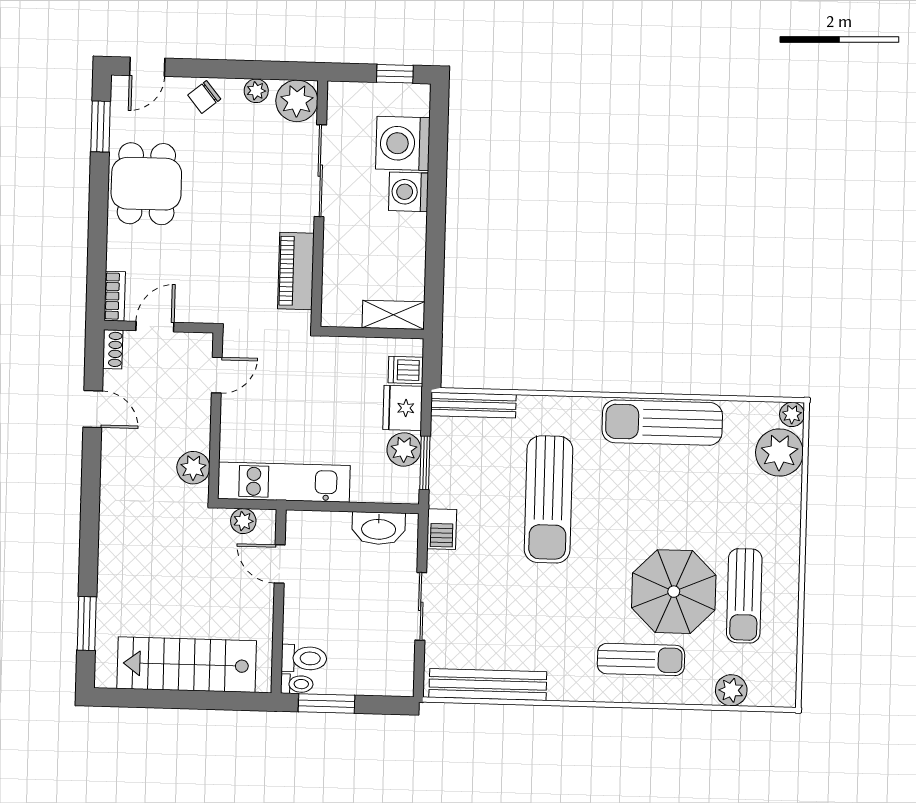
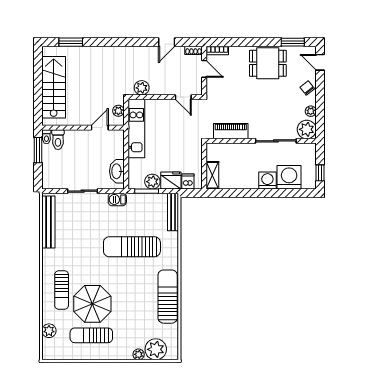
plant: (792, 414) -> (139, 354), moved

